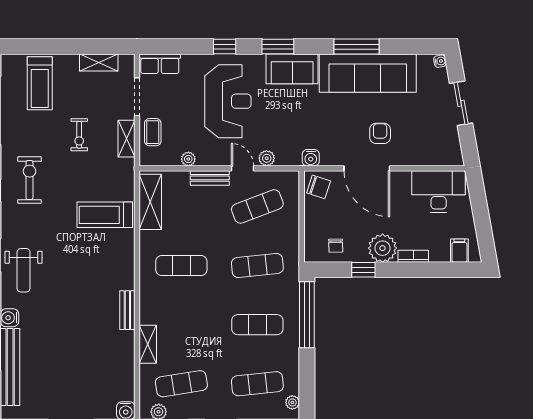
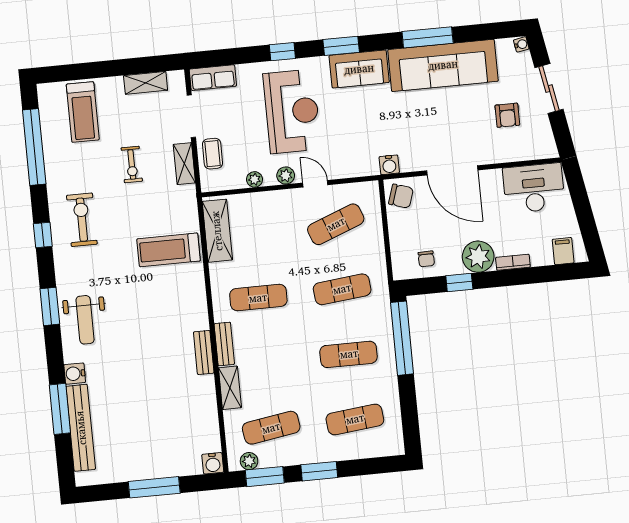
armchair: (380, 133) -> (507, 115), moved, turned 180
plant: (267, 158) -> (286, 175), moved
bench: (210, 178) -> (224, 344), moved, turned 90
plant: (292, 402) -> (396, 436), removed

